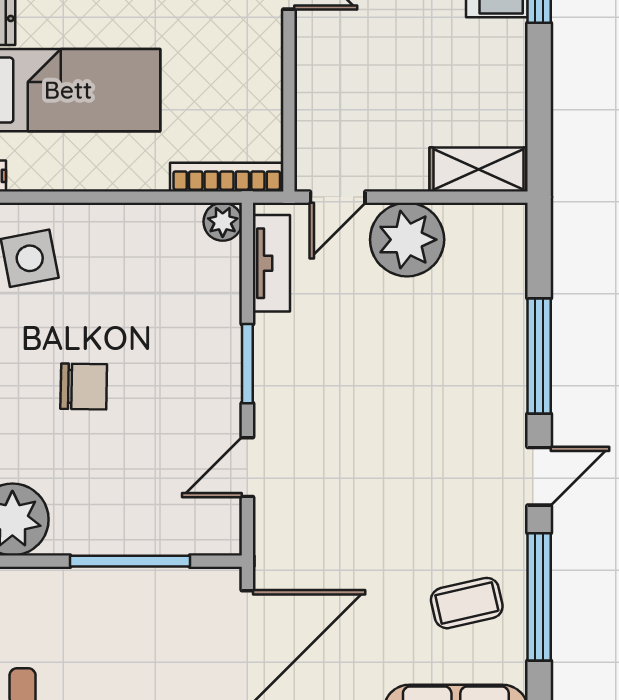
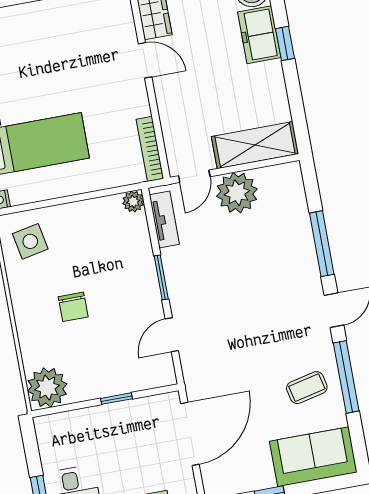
shelving: (479, 169) -> (255, 145), width x1.50, depth x1.33
bookcase: (227, 177) -> (150, 149), moved, turned -90
chair: (84, 387) -> (73, 307), turned 89
window: (130, 561) -> (116, 399), width x0.46

